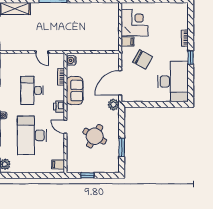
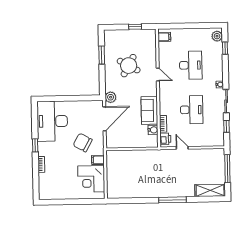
water cooler: (71, 60) -> (153, 130), moved
printer: (59, 107) -> (165, 139), moved
desk: (32, 135) -> (191, 65), width x0.73, depth x0.77

